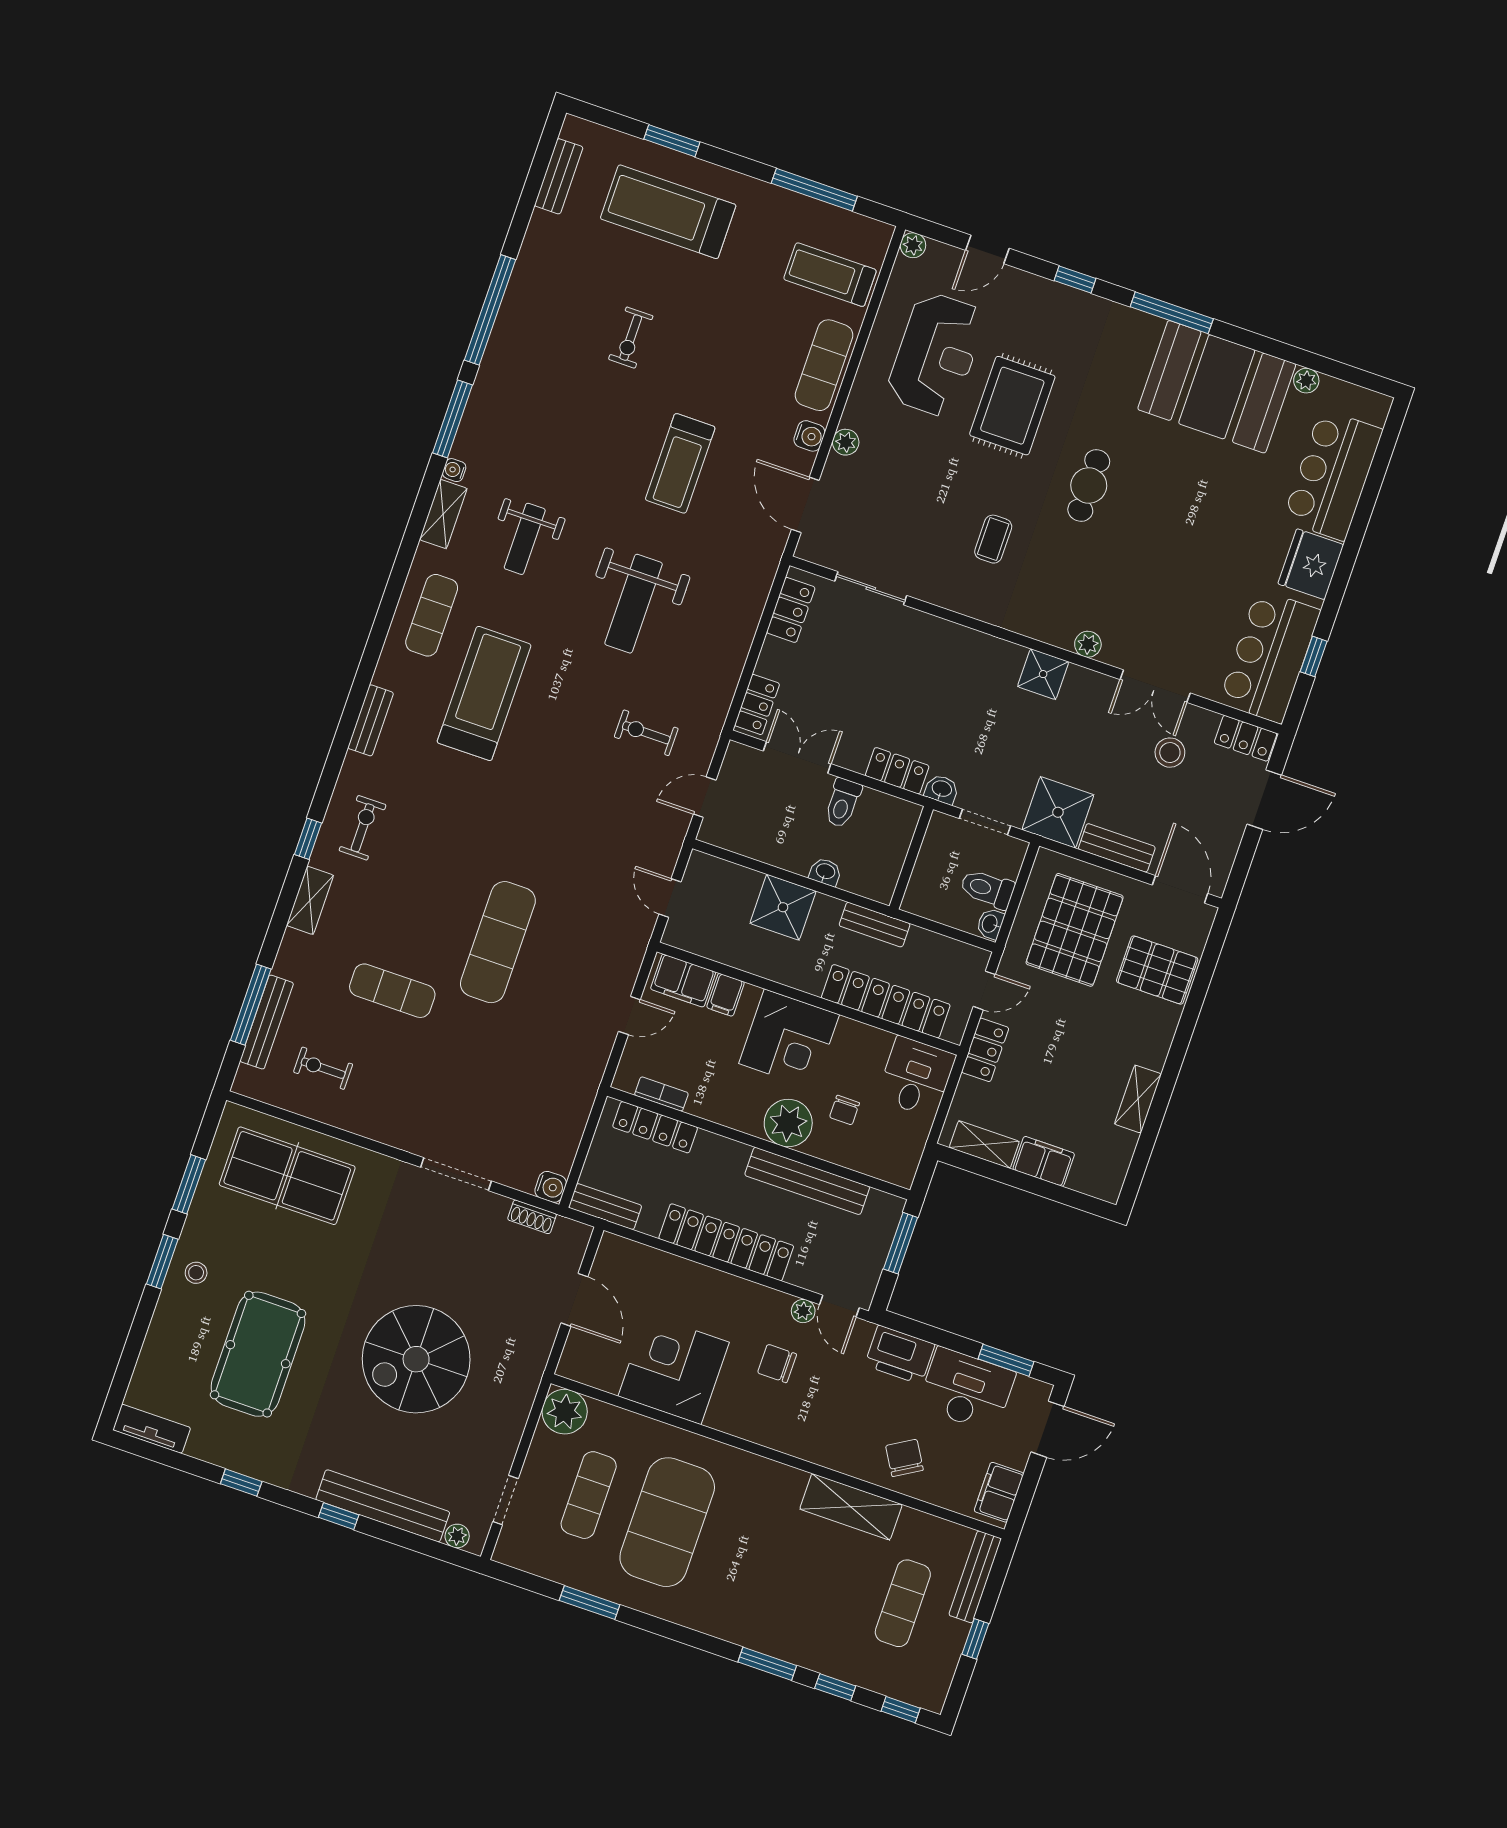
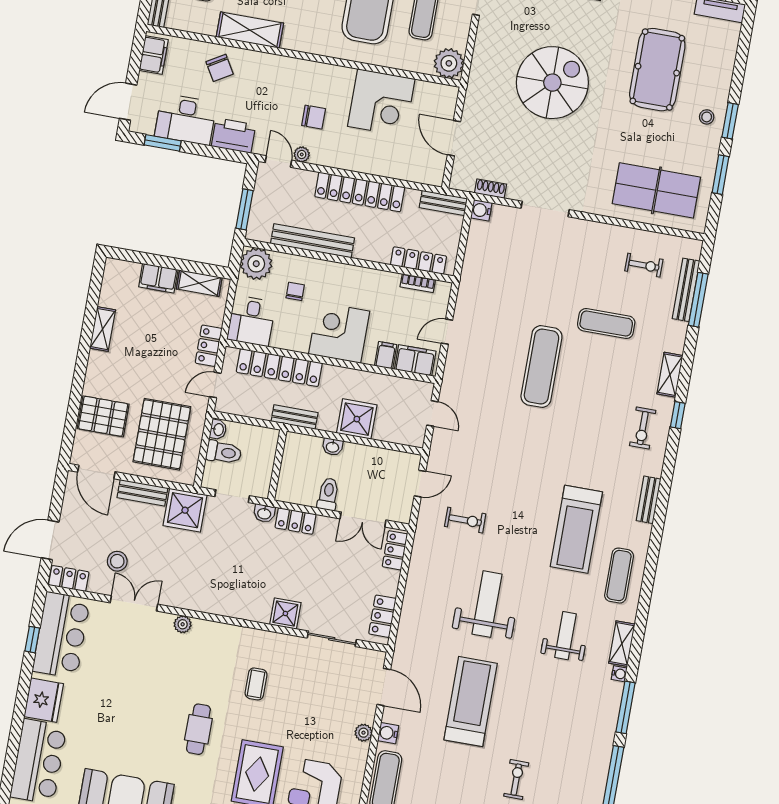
treadmill: (680, 463) -> (471, 702), width x1.37, depth x1.37
shower: (1043, 674) -> (285, 614), moved
plant: (788, 1123) -> (256, 264), moved

